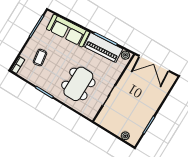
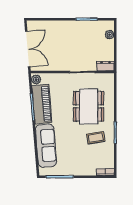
coffee table: (40, 58) -> (96, 138), moved
dining table: (78, 84) -> (89, 106), turned 90
dresser: (102, 117) -> (106, 66), added

